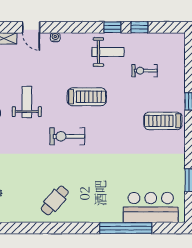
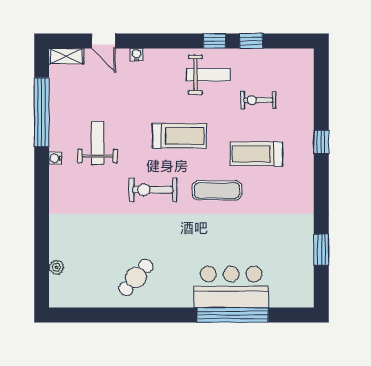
treadmill: (163, 121) -> (256, 154), moved
exercise mat: (114, 137) -> (217, 190), added
bar counter: (151, 207) -> (231, 287), moved

